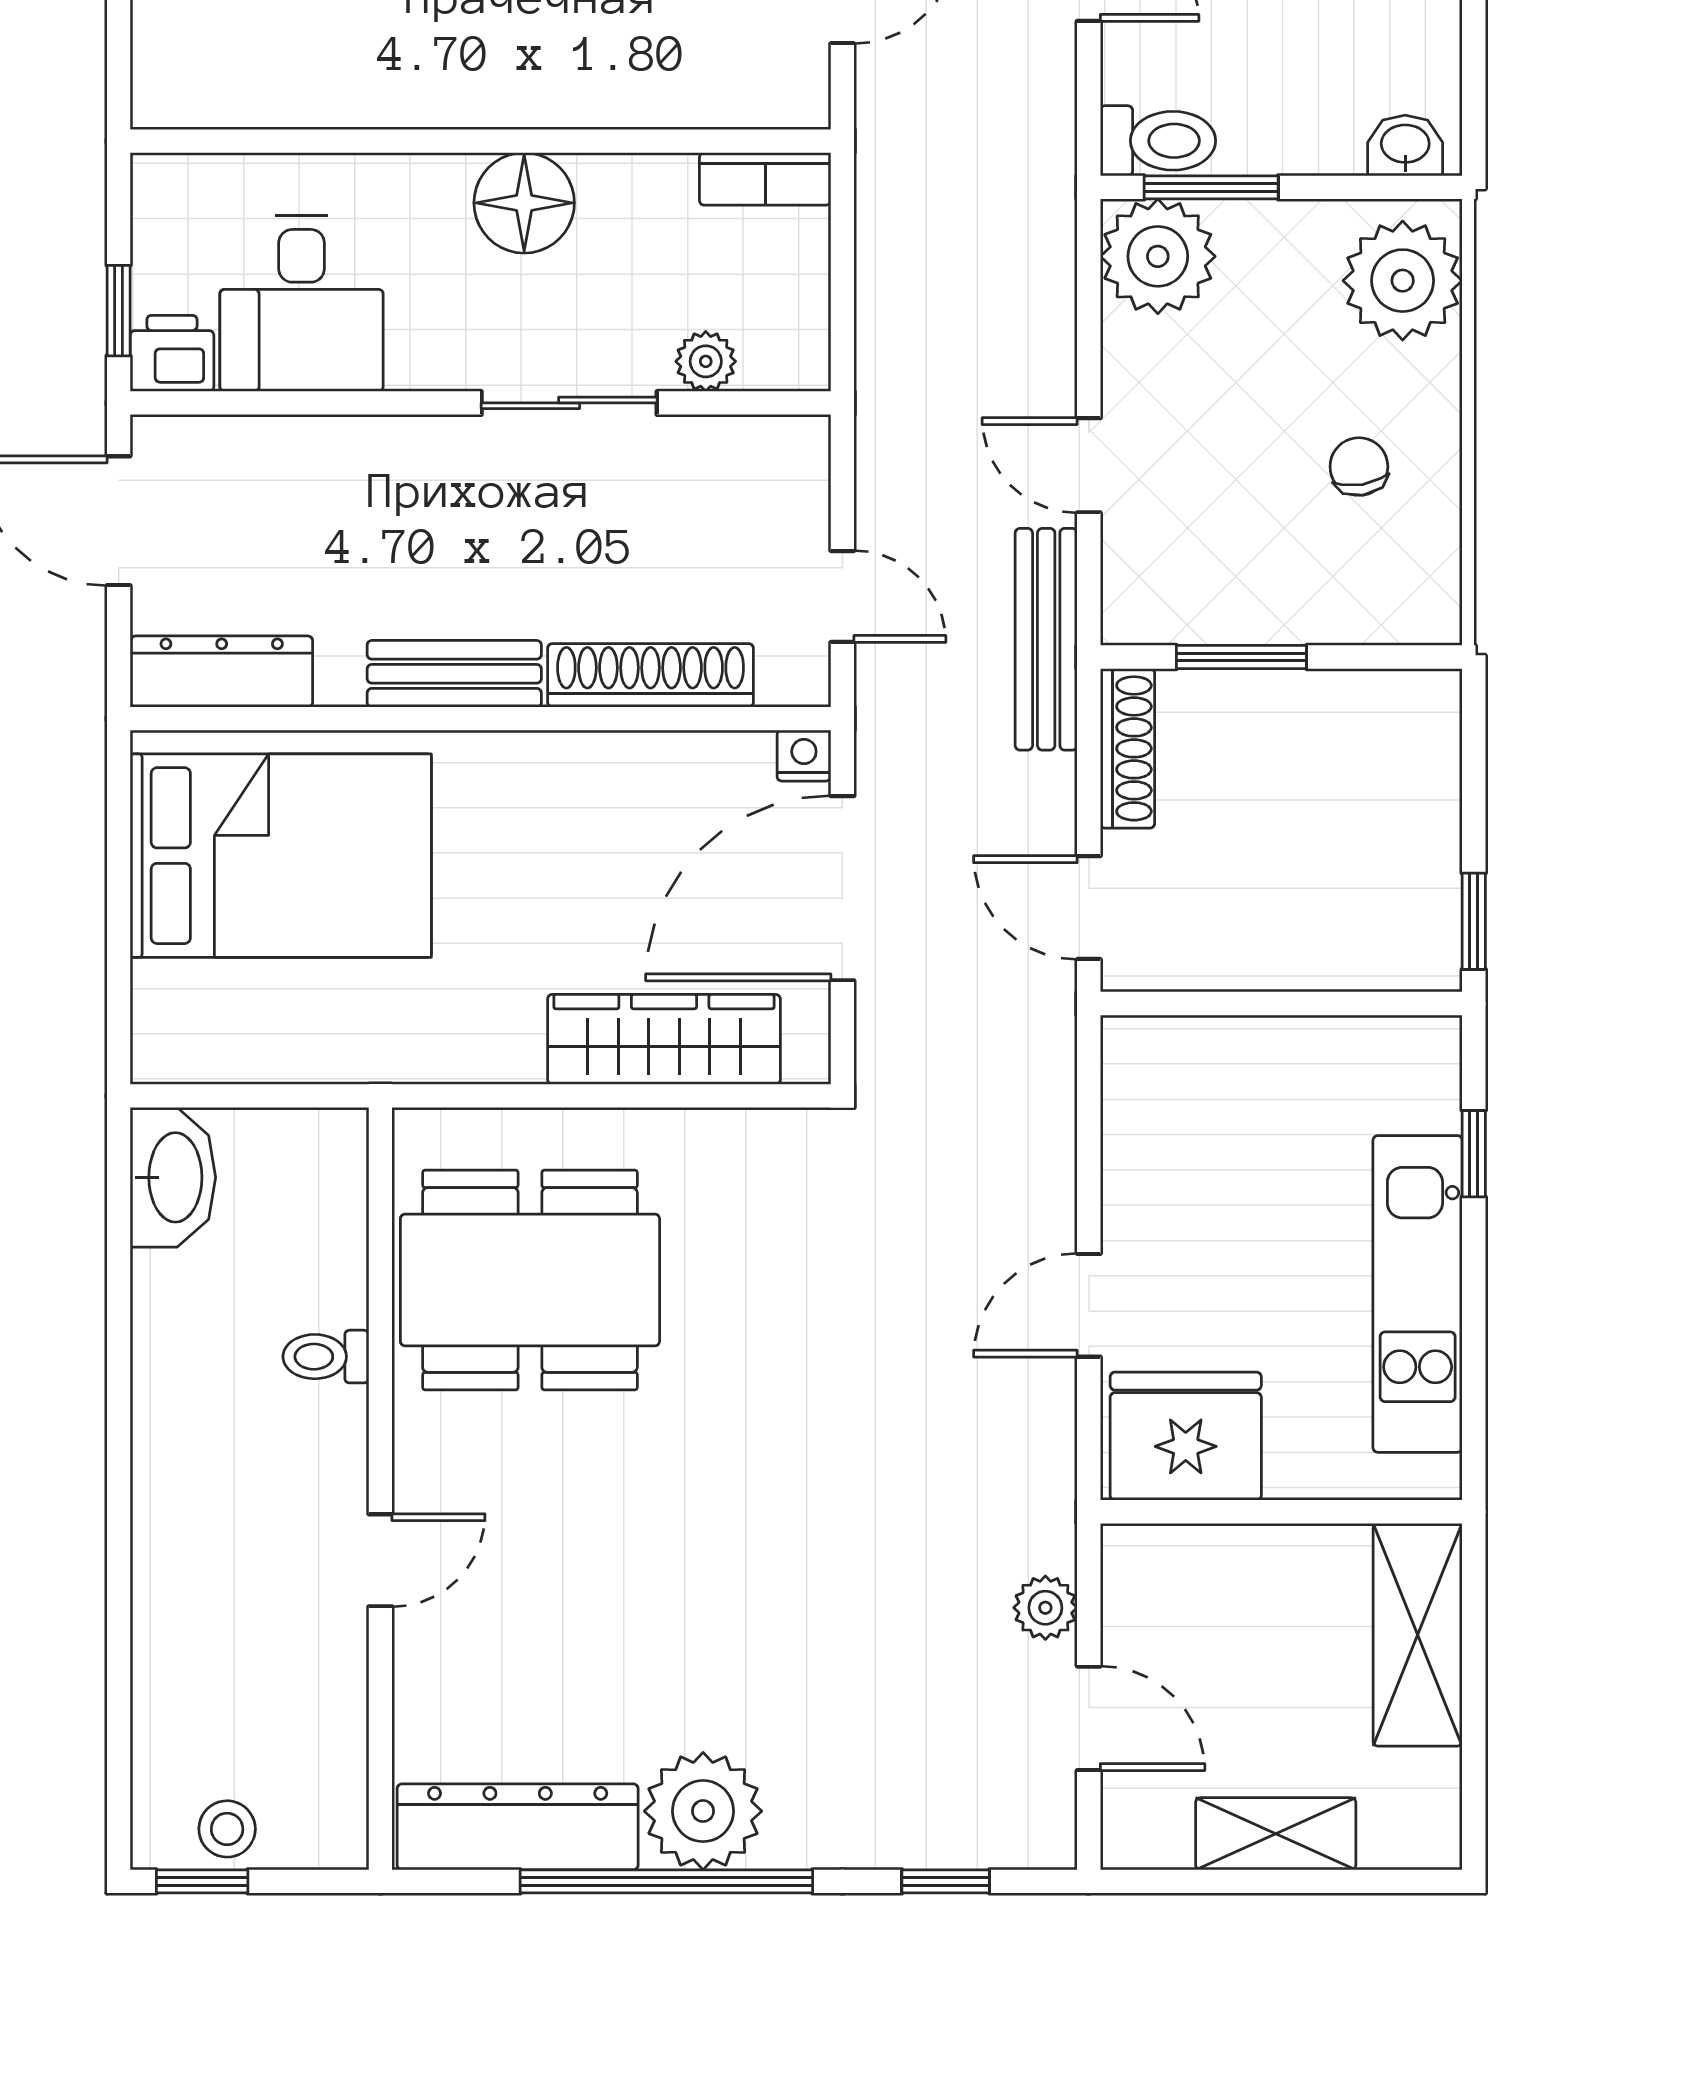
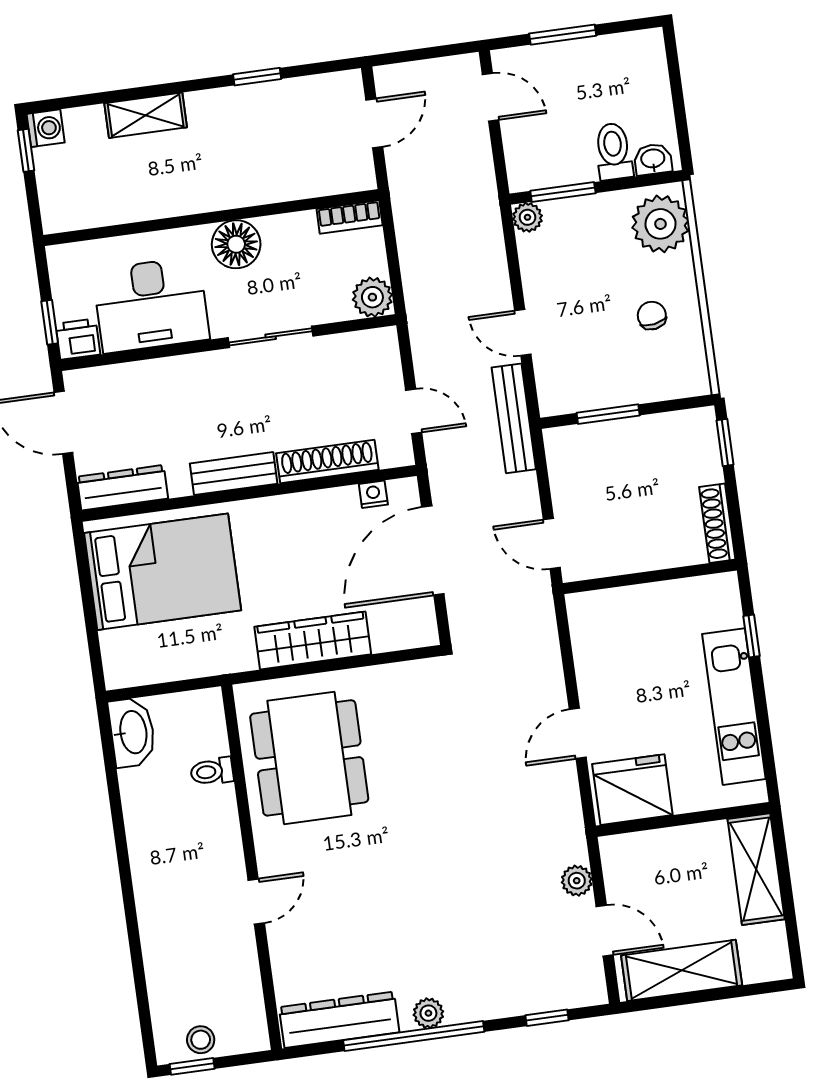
toilet: (1158, 141) -> (614, 151), moved, turned -90
plant: (1158, 256) -> (527, 217), width x0.53, depth x0.53
desk: (302, 303) -> (151, 305), width x1.37
plant: (706, 361) -> (372, 297), moved, width x1.38, depth x1.38
shoe rack: (1127, 748) -> (717, 523), moved, turned 180
nightstand: (804, 756) -> (373, 494), moved
window: (1474, 921) -> (725, 443), moved
wardrobe: (664, 1039) -> (313, 640), moved
dining table: (530, 1280) -> (309, 758), turned 90
toilet: (326, 1357) -> (212, 771), moved
plant: (703, 1811) -> (428, 1013), width x0.53, depth x0.53
shelving: (1276, 1834) -> (682, 970), width x1.50, depth x1.33

